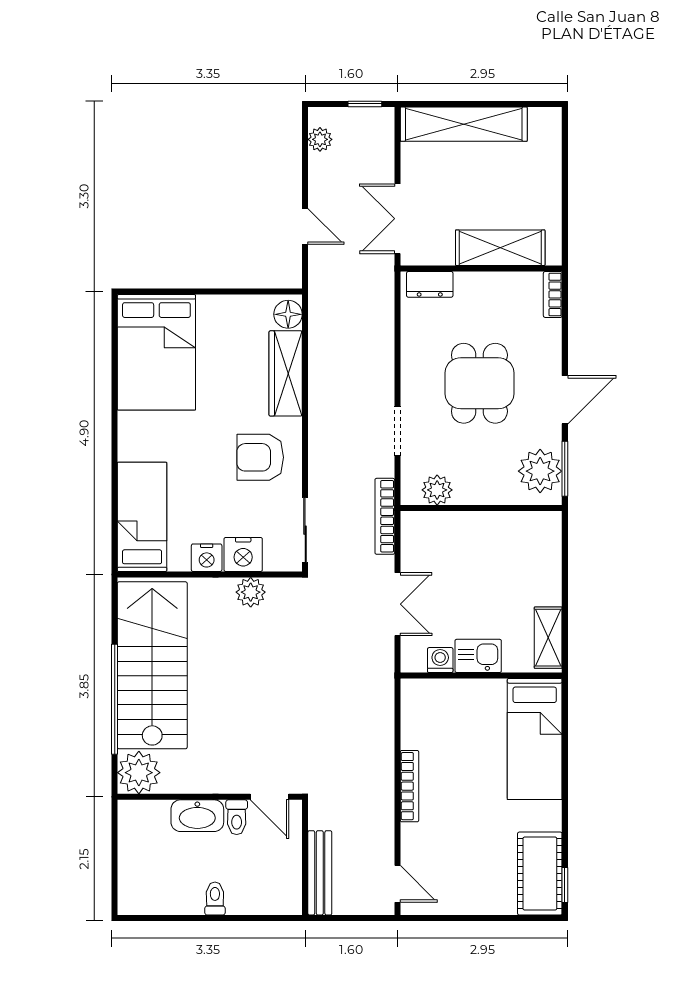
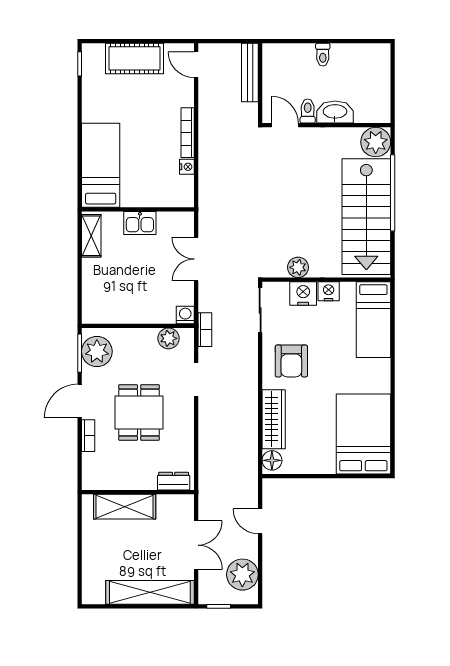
plant: (320, 139) -> (242, 575), width x1.88, depth x1.88
double door: (397, 219) -> (196, 545), moved
bookcase: (553, 294) -> (88, 436), moved
armchair: (260, 457) -> (291, 361), turned 90
bookcase: (385, 516) -> (205, 330), width x0.64
washing machine: (440, 660) -> (185, 315), moved, turned 180
nightstand: (411, 737) -> (187, 167), added
cot: (540, 874) -> (134, 58), moved, turned 90

